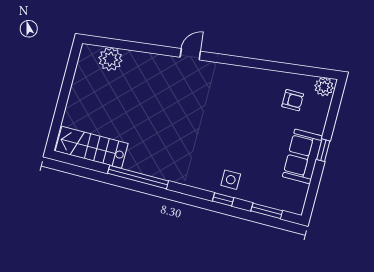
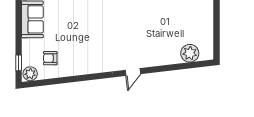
window: (323, 150) -> (19, 63), moved

